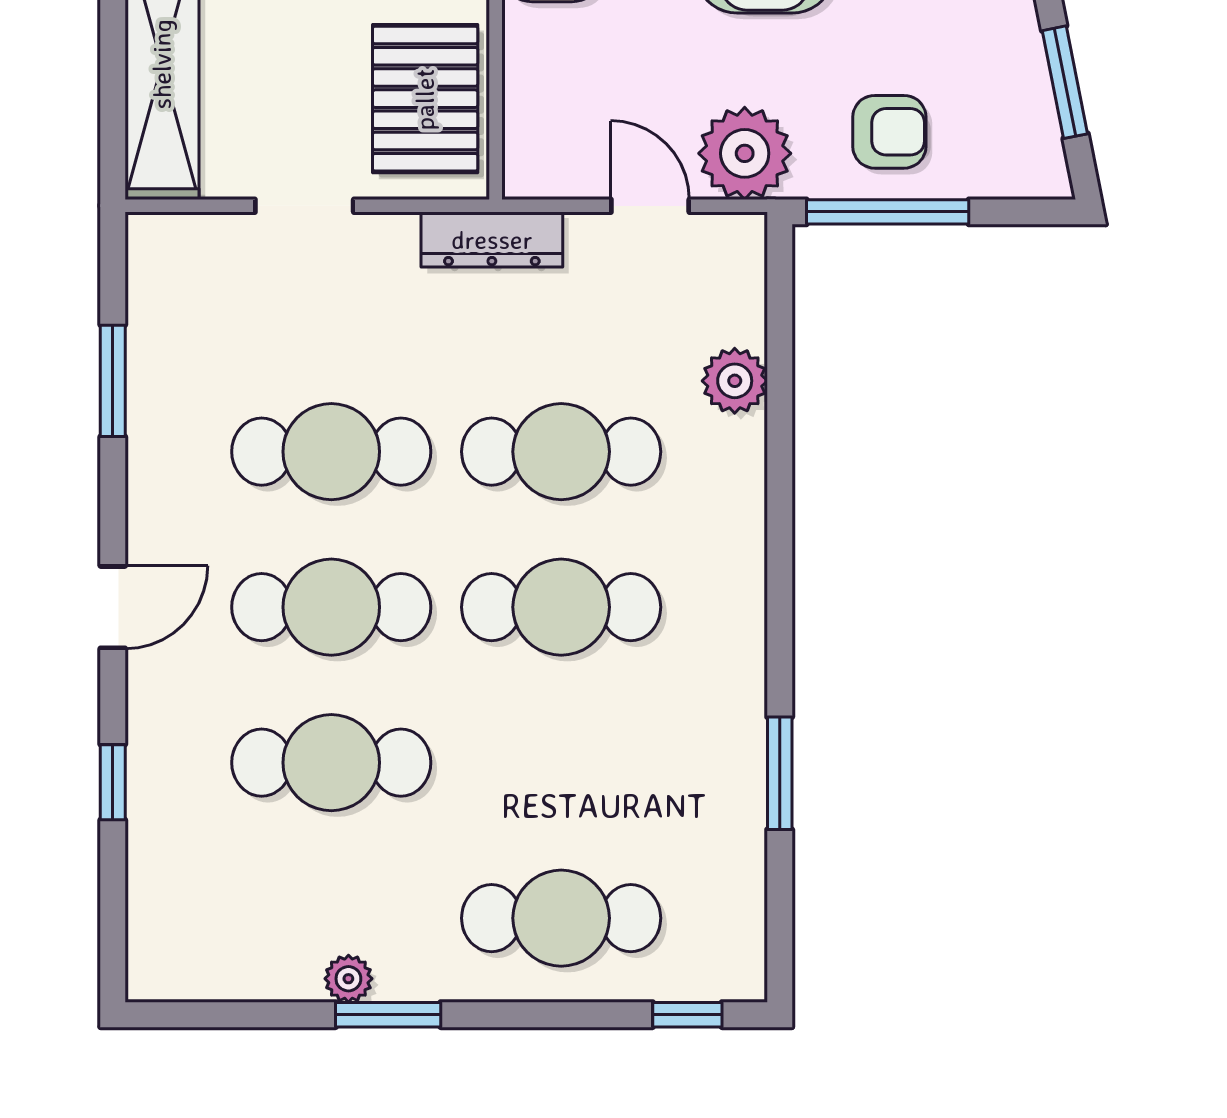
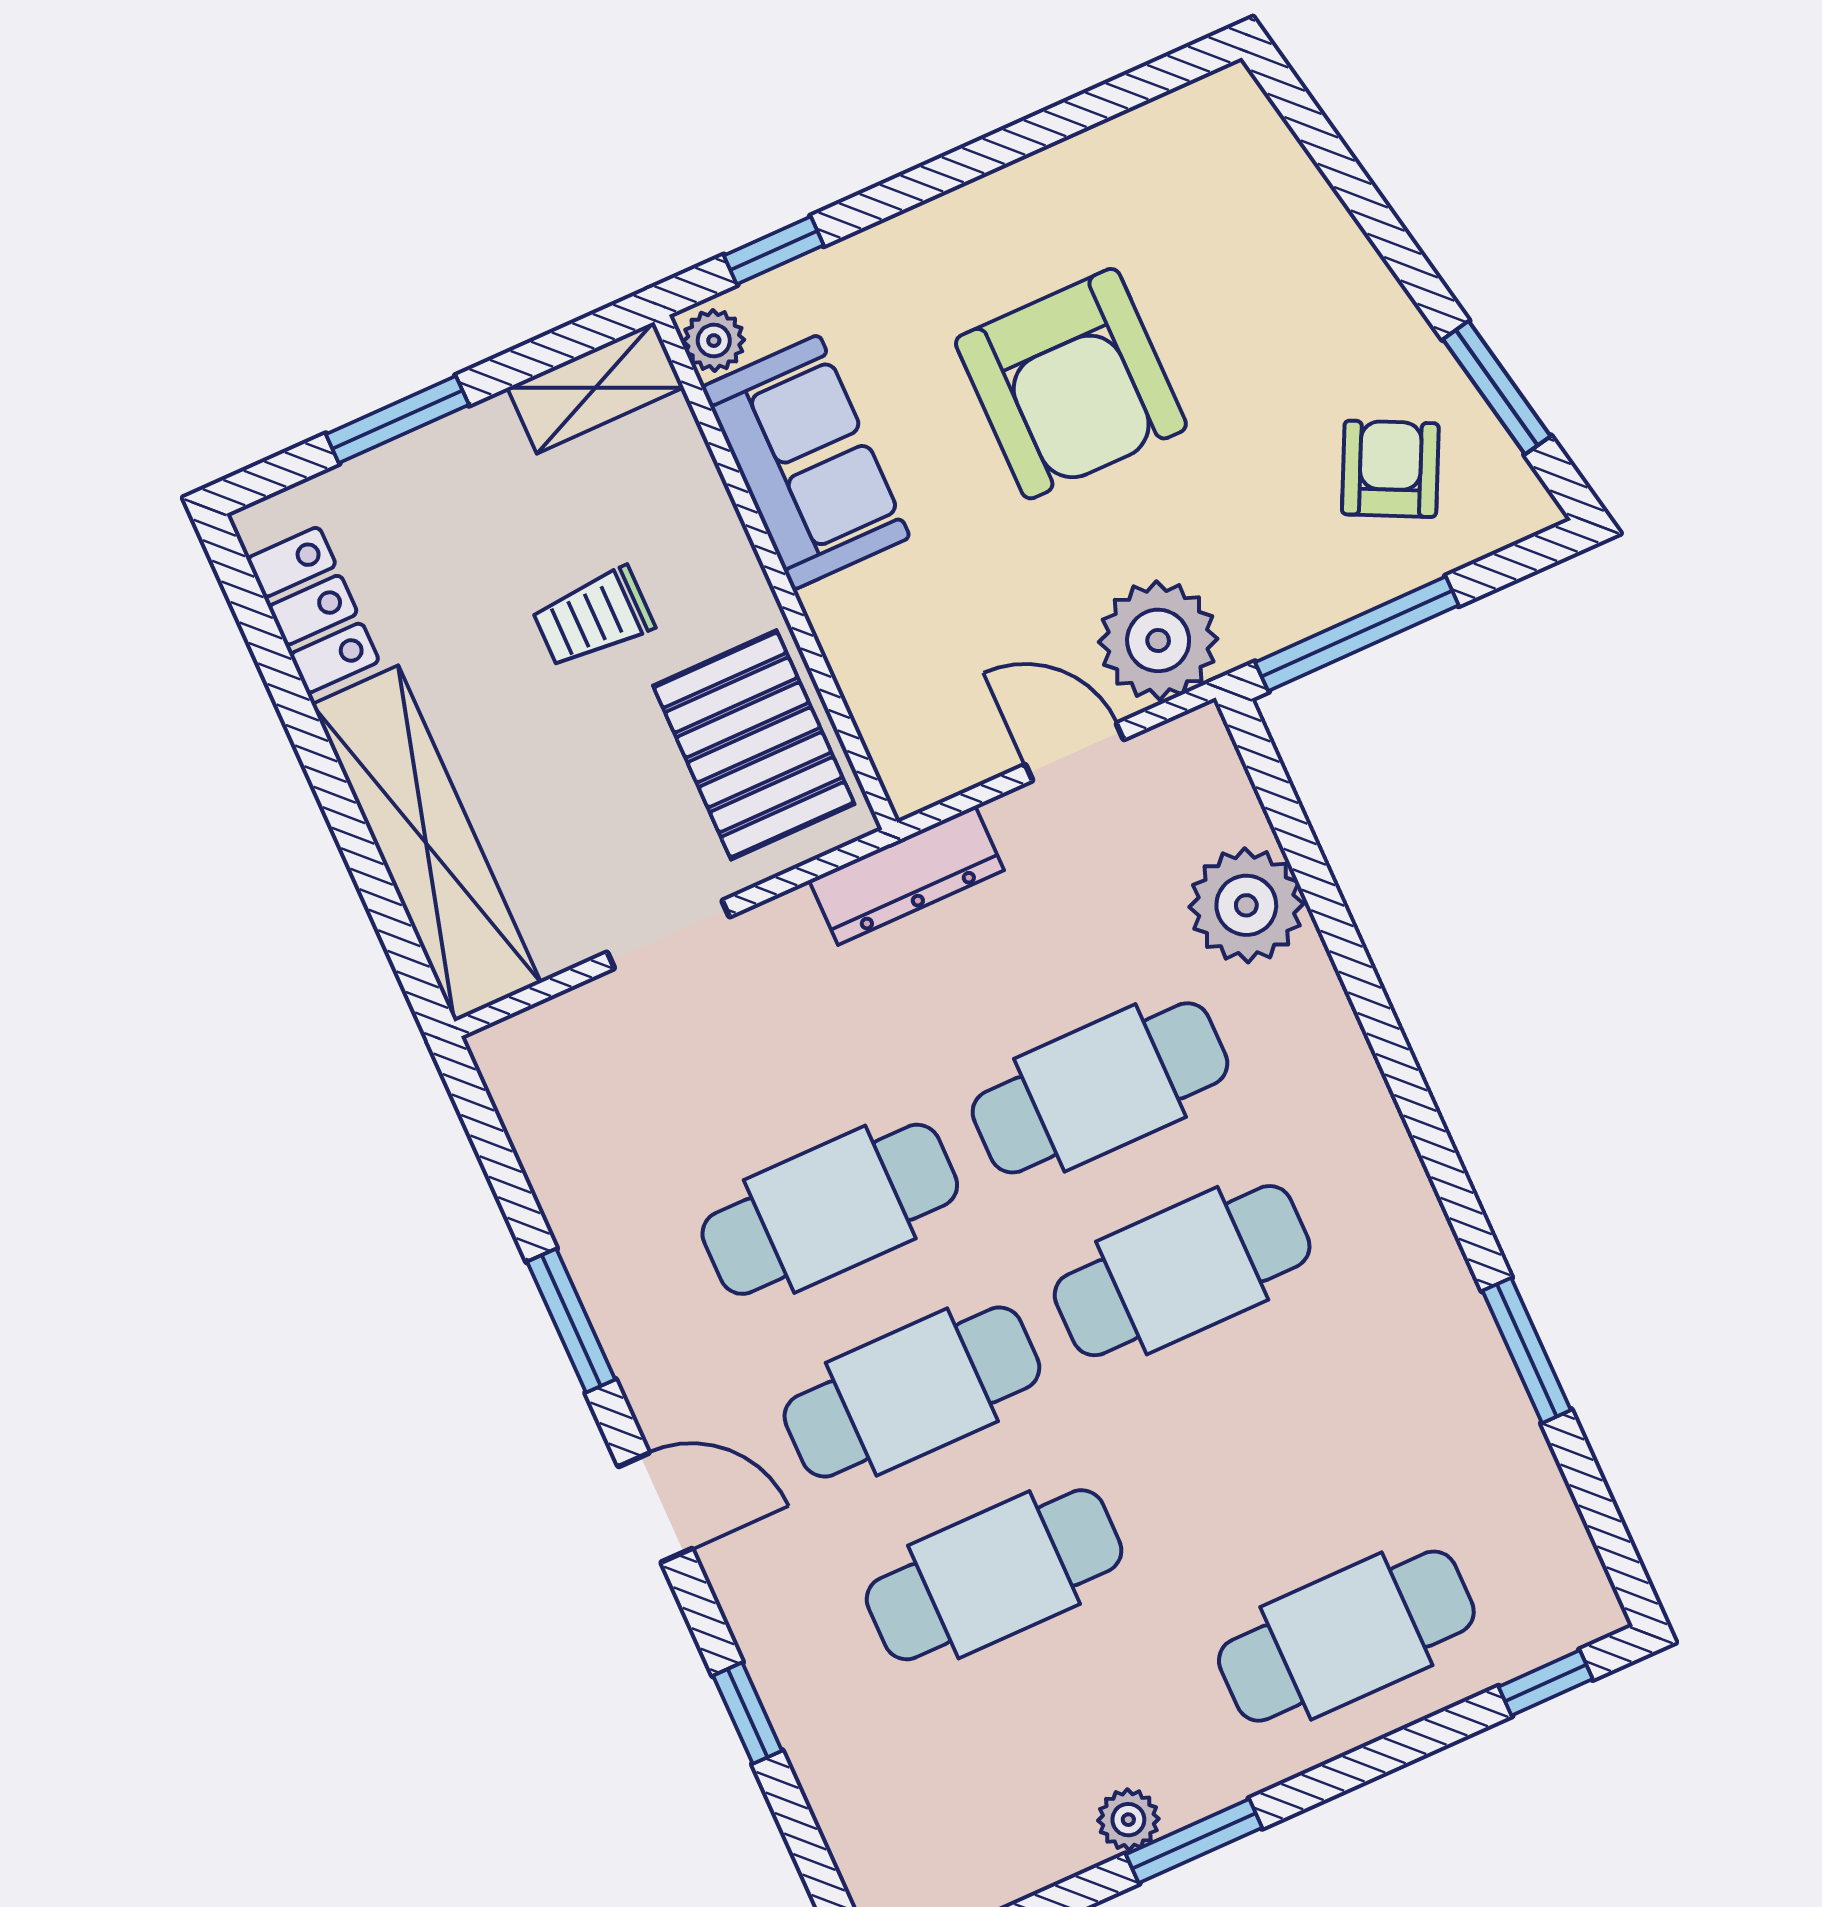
armchair: (889, 132) -> (1390, 469), moved, turned -64
window: (113, 381) -> (571, 1321), moved
plant: (735, 381) -> (1246, 905), width x1.36, depth x1.36
door: (113, 607) -> (655, 1508), hinge flipped

